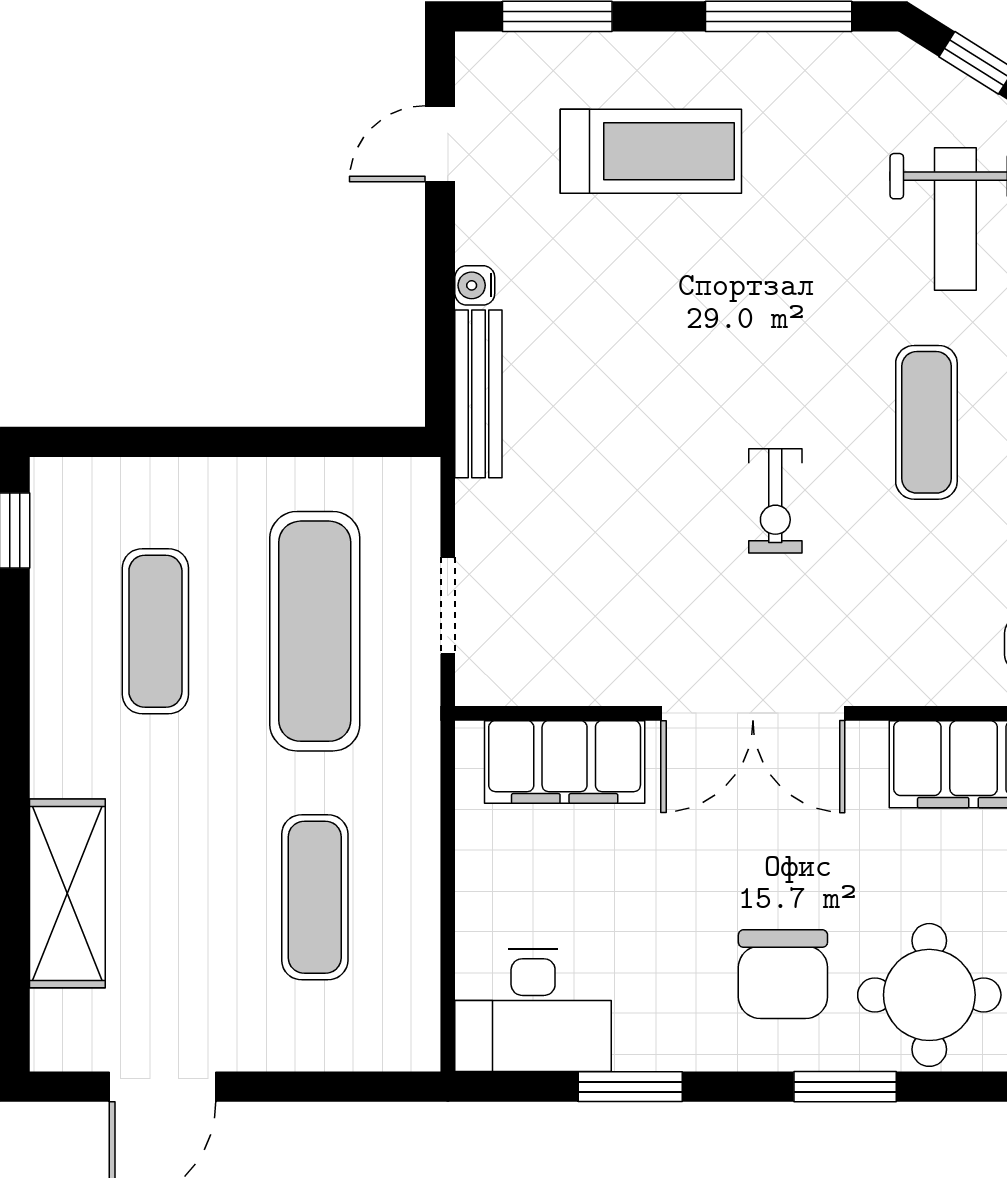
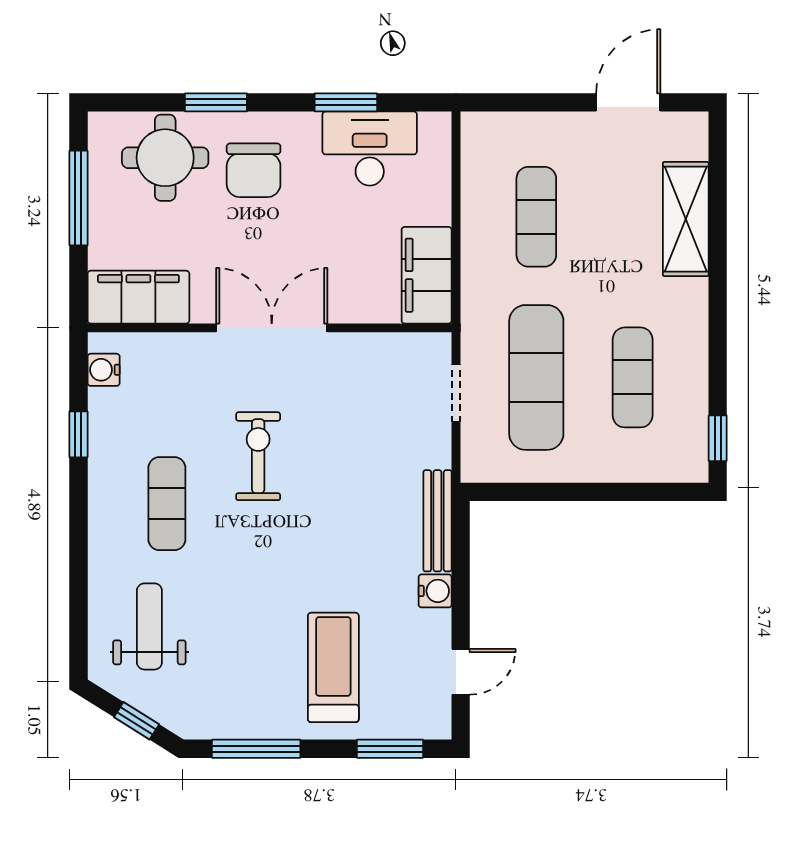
treadmill: (651, 151) -> (333, 667), turned 90
water cooler: (475, 285) -> (435, 591), width x1.38, depth x1.38
exercise bike: (775, 501) -> (258, 456), width x1.38, depth x1.39
filing cabinet: (565, 762) -> (427, 275), moved, turned -90
chair: (783, 974) -> (254, 170), turned 180
desk: (533, 1010) -> (370, 148), moved

